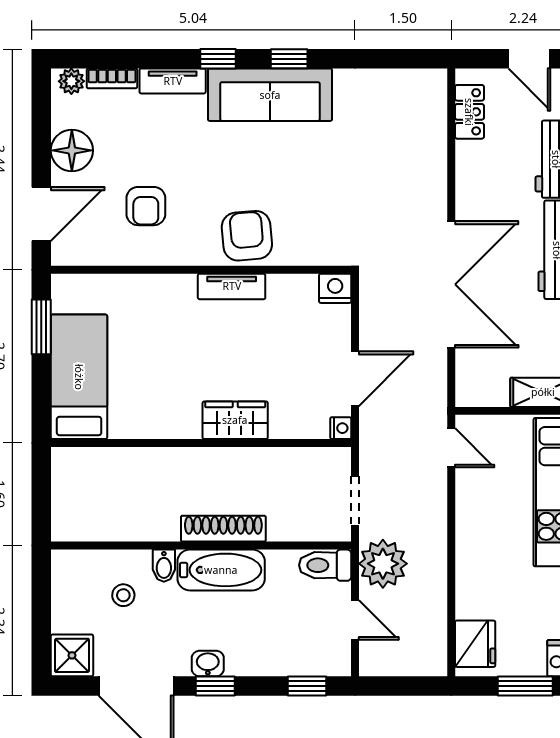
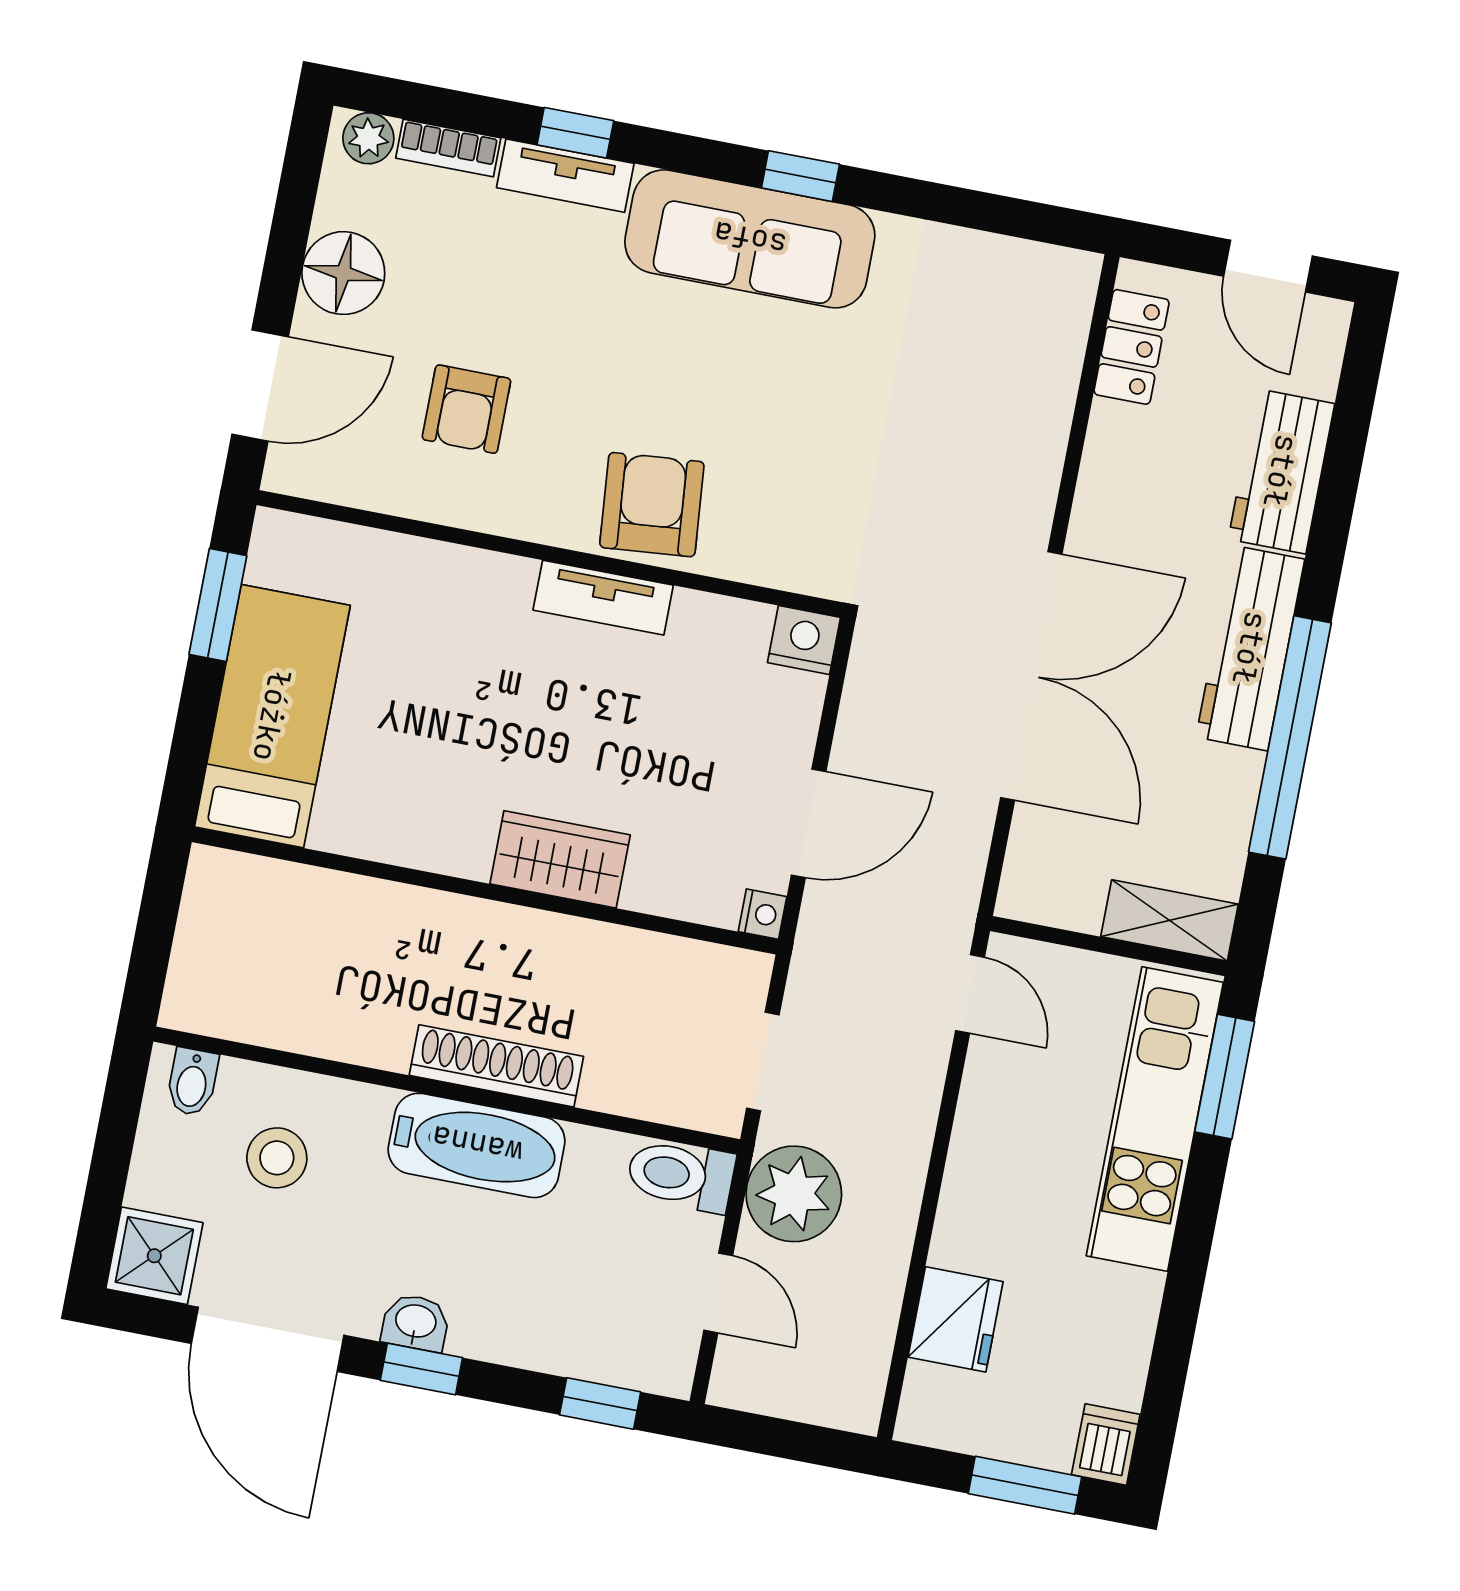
window: (218, 59) -> (575, 133), moved
bidet: (164, 566) -> (192, 1082), moved
stool: (123, 595) -> (277, 1158), width x1.37, depth x1.37
fridge: (475, 644) -> (956, 1319), moved

